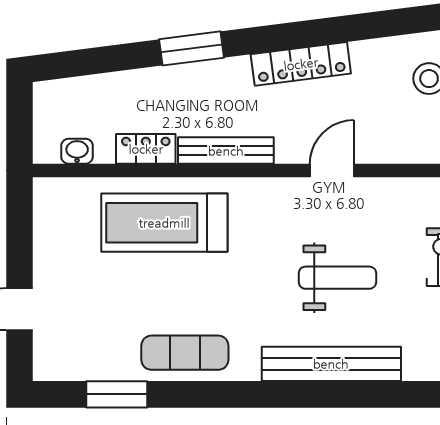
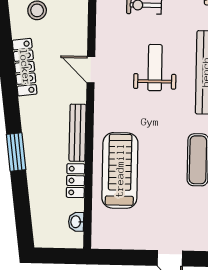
locker: (301, 64) -> (25, 67), moved
treadmill: (164, 223) -> (120, 170), turned 180

